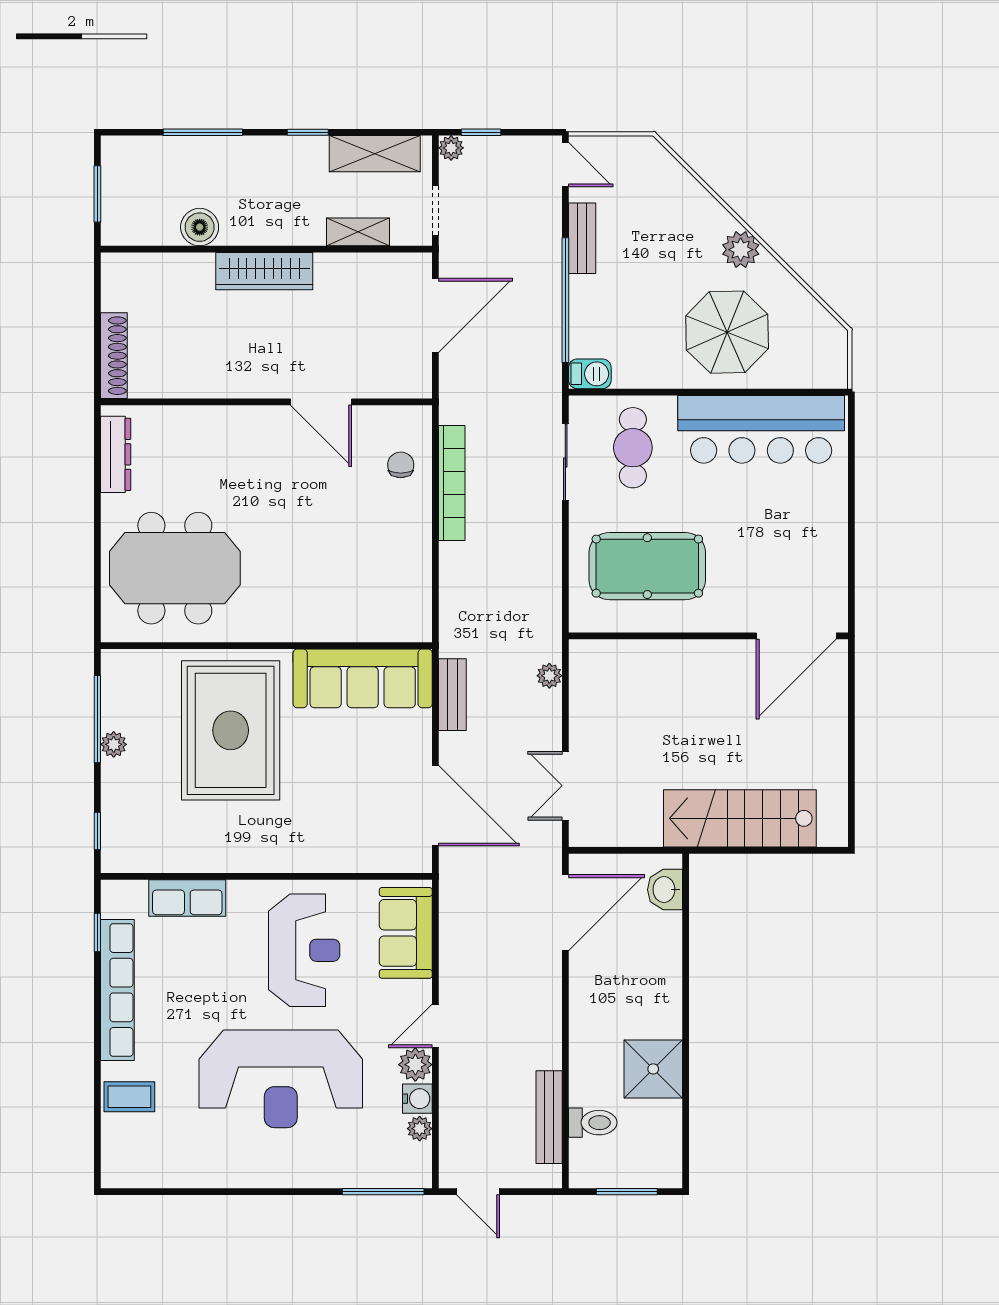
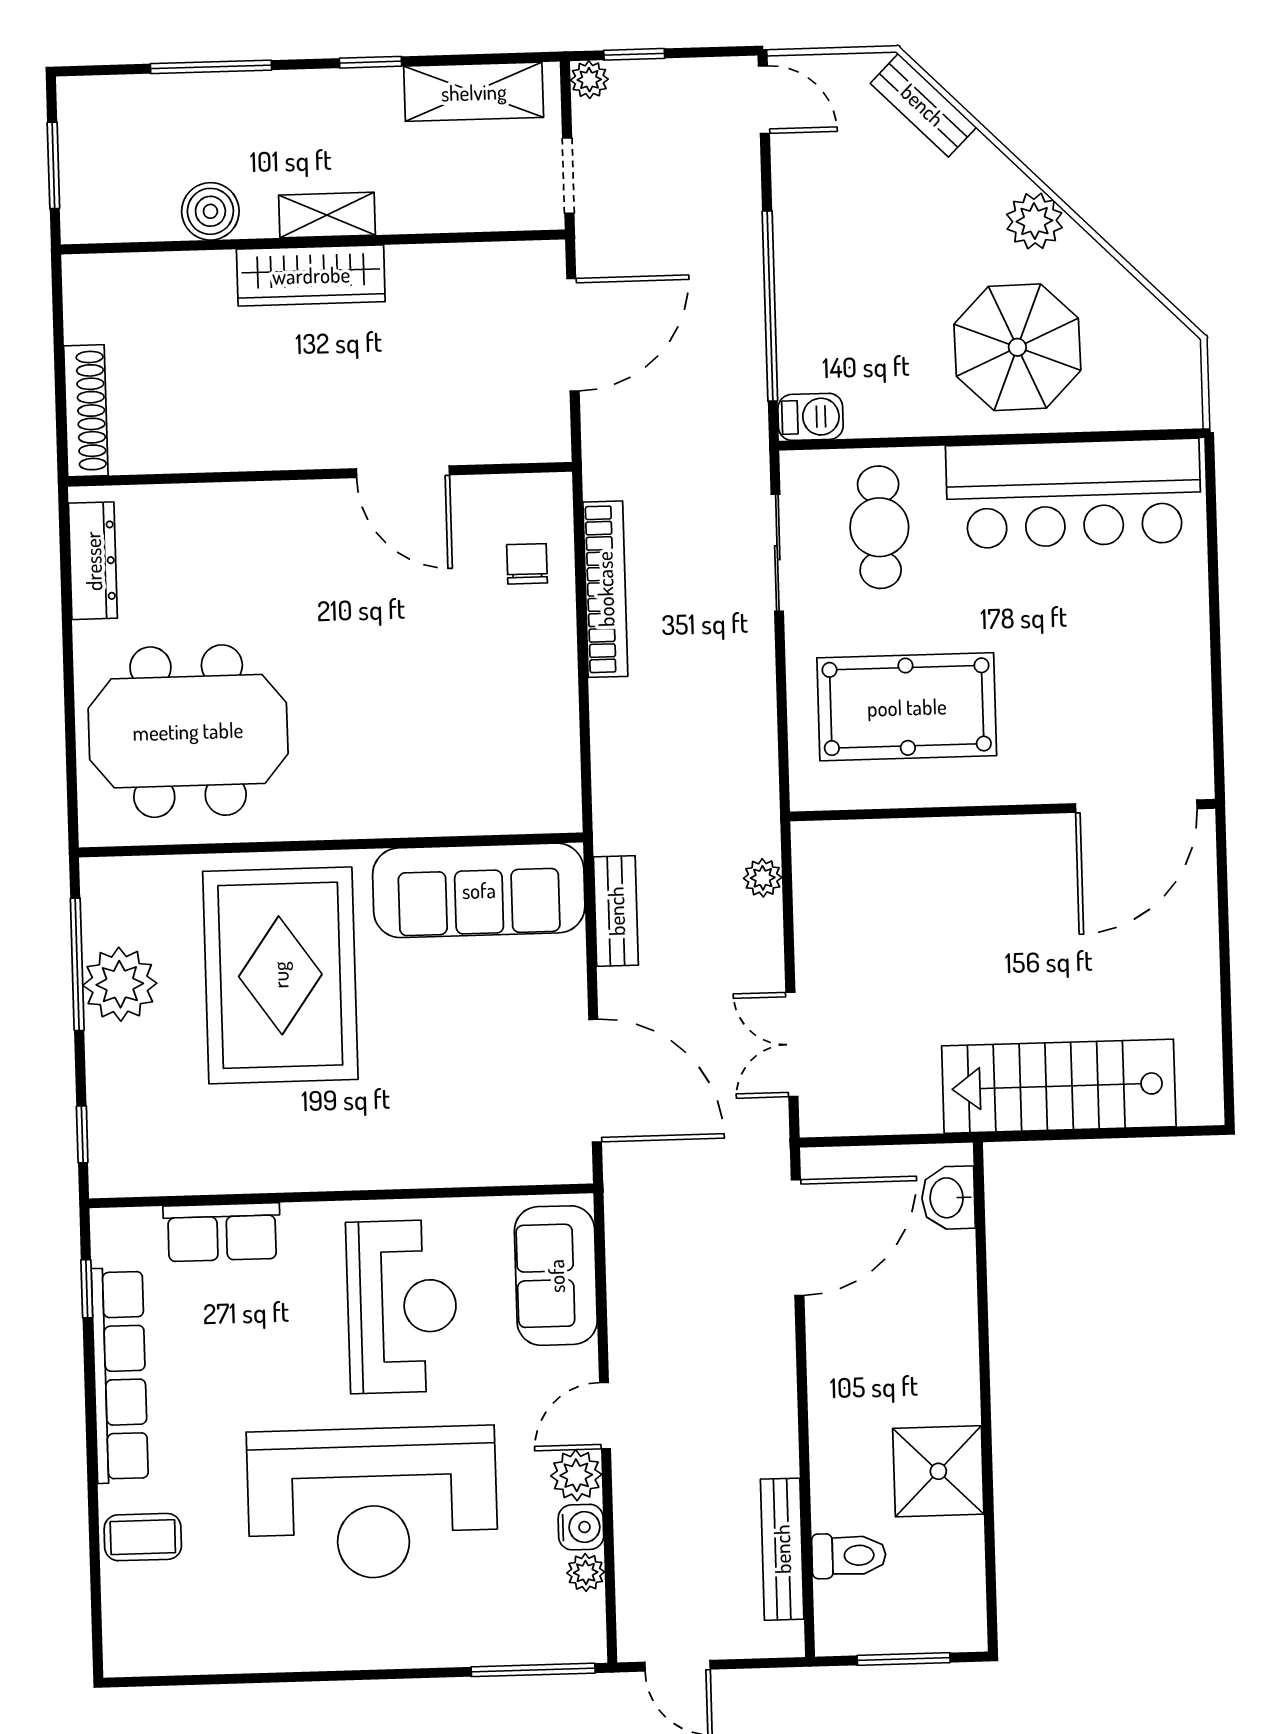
shelving: (358, 232) -> (327, 215), moved
bench: (582, 238) -> (923, 105), moved, turned -45
plant: (114, 744) -> (120, 984), width x1.88, depth x1.88

